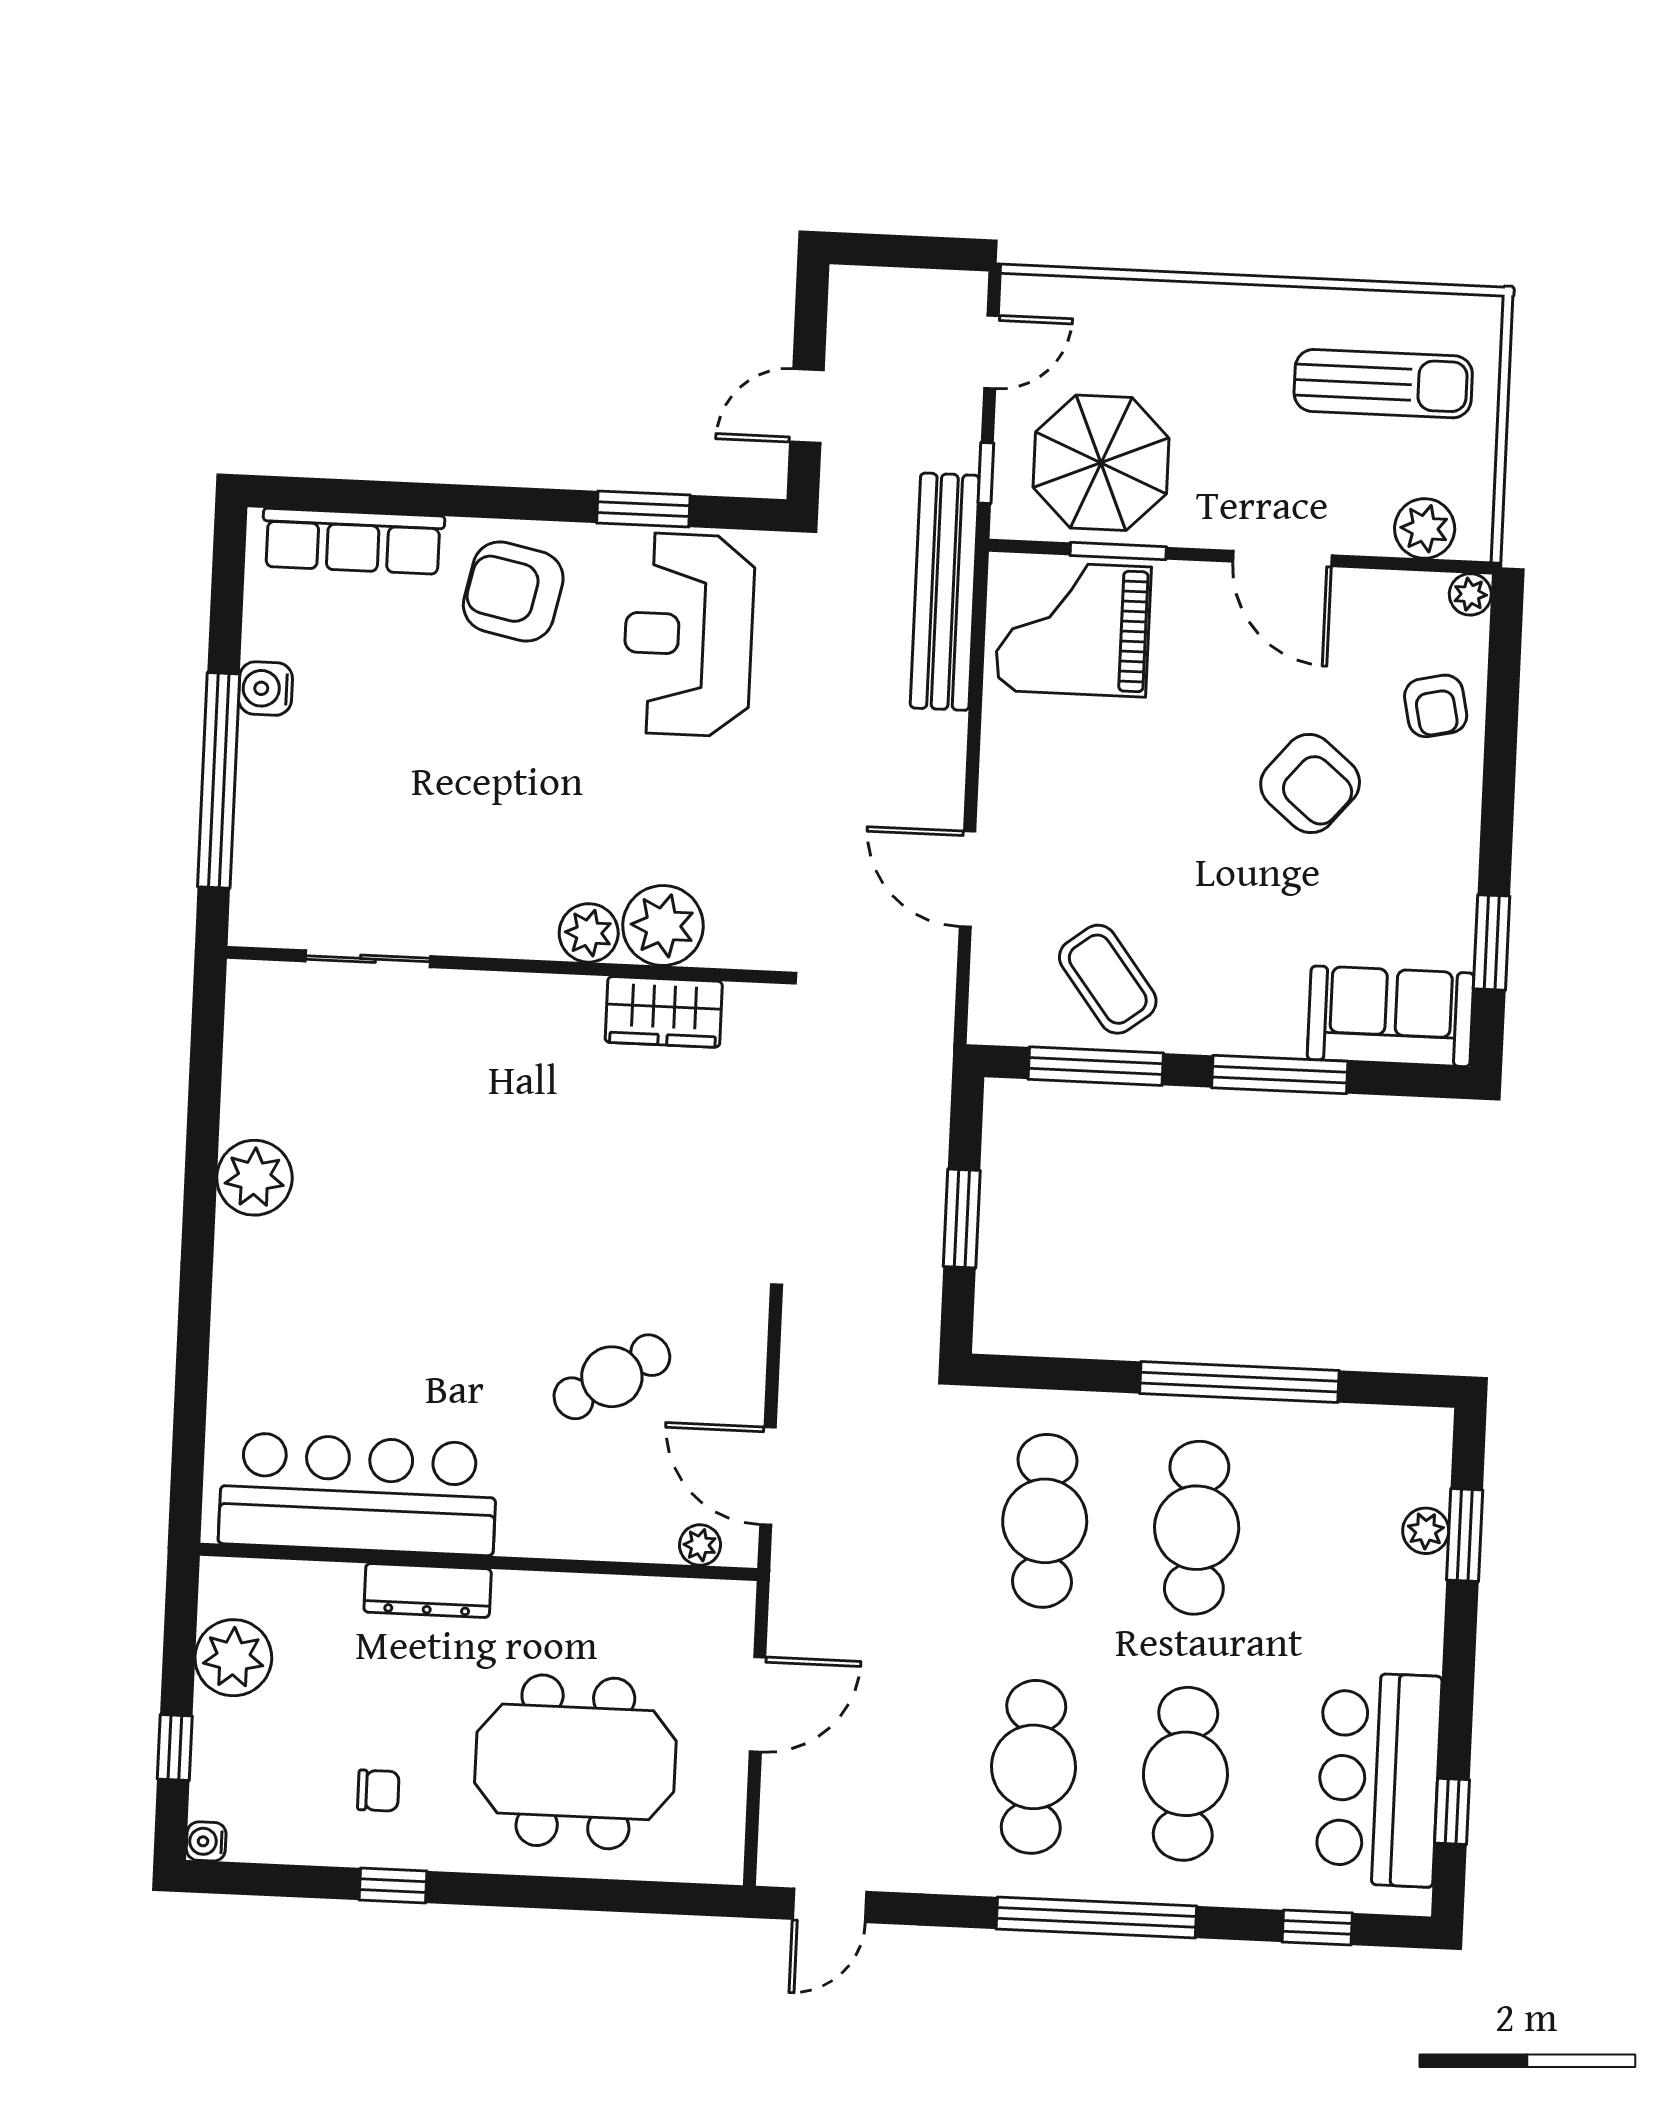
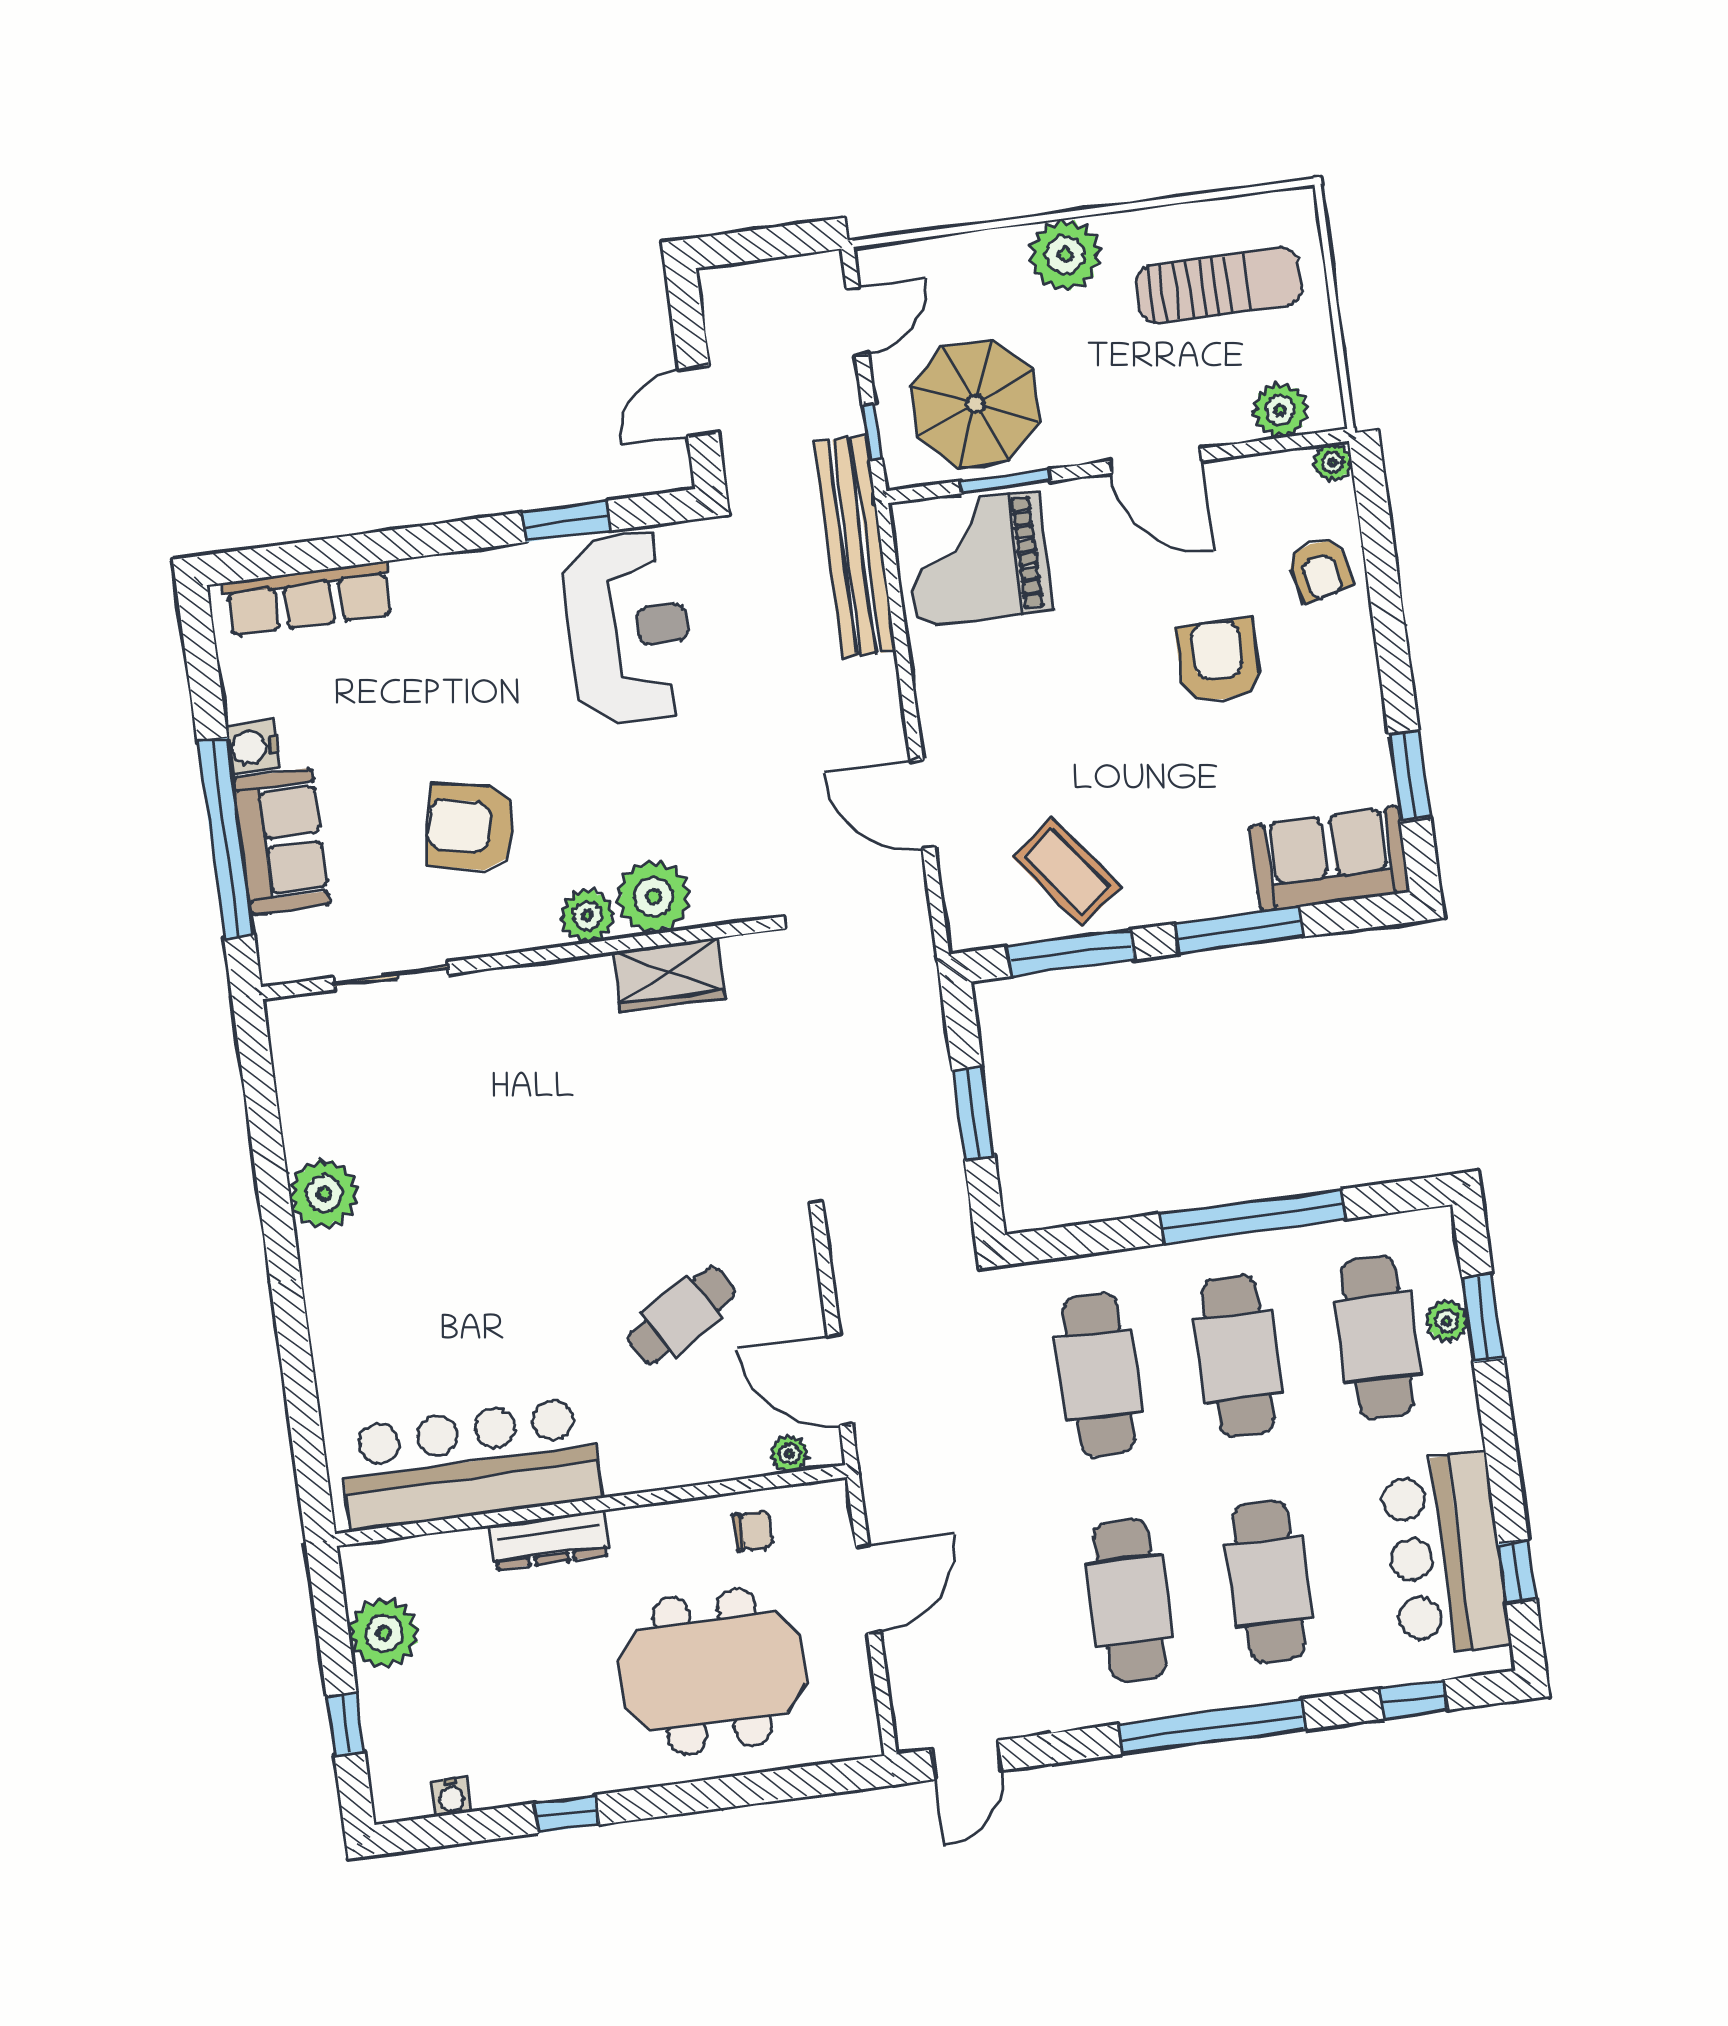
plant: (1226, 321) -> (1065, 255), added
armchair: (513, 591) -> (471, 827), moved
reception desk: (688, 635) -> (629, 628), turned 180
armchair: (1310, 783) -> (1218, 661), turned -130
sofa: (277, 795) -> (281, 841), added
cafe table: (1349, 1535) -> (1377, 1337), added
chair: (378, 1791) -> (753, 1531), moved
water cooler: (206, 1841) -> (451, 1796), moved, turned -90

